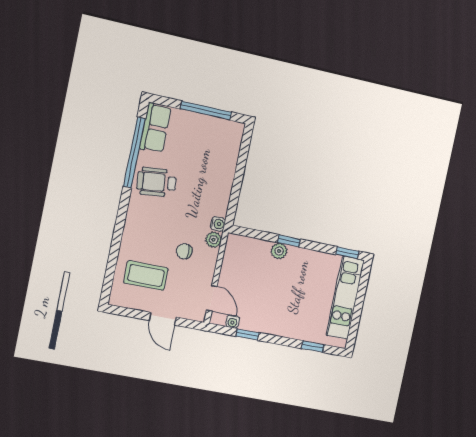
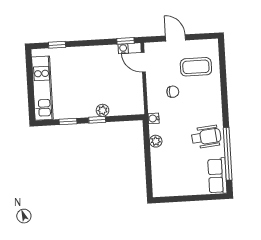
window: (206, 111) -> (184, 199), removed
plant: (213, 240) -> (156, 141), moved
window: (347, 253) -> (68, 121), moved
window: (248, 335) -> (126, 41), moved

